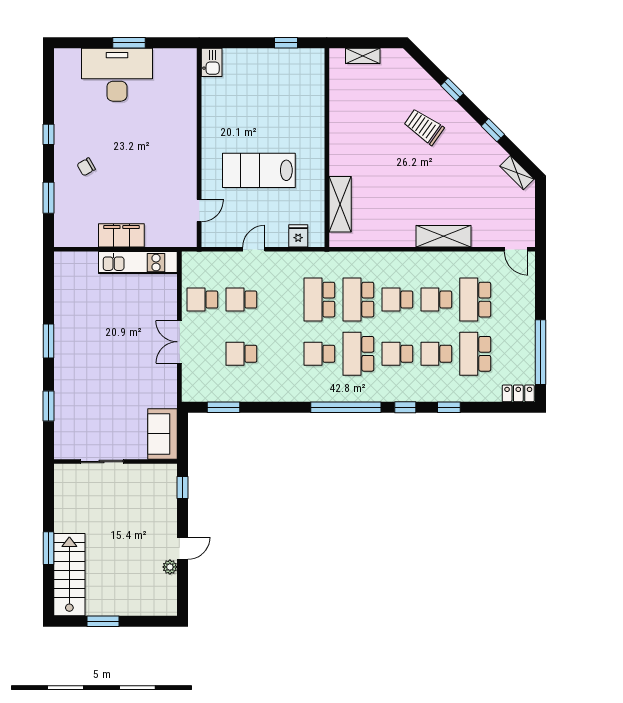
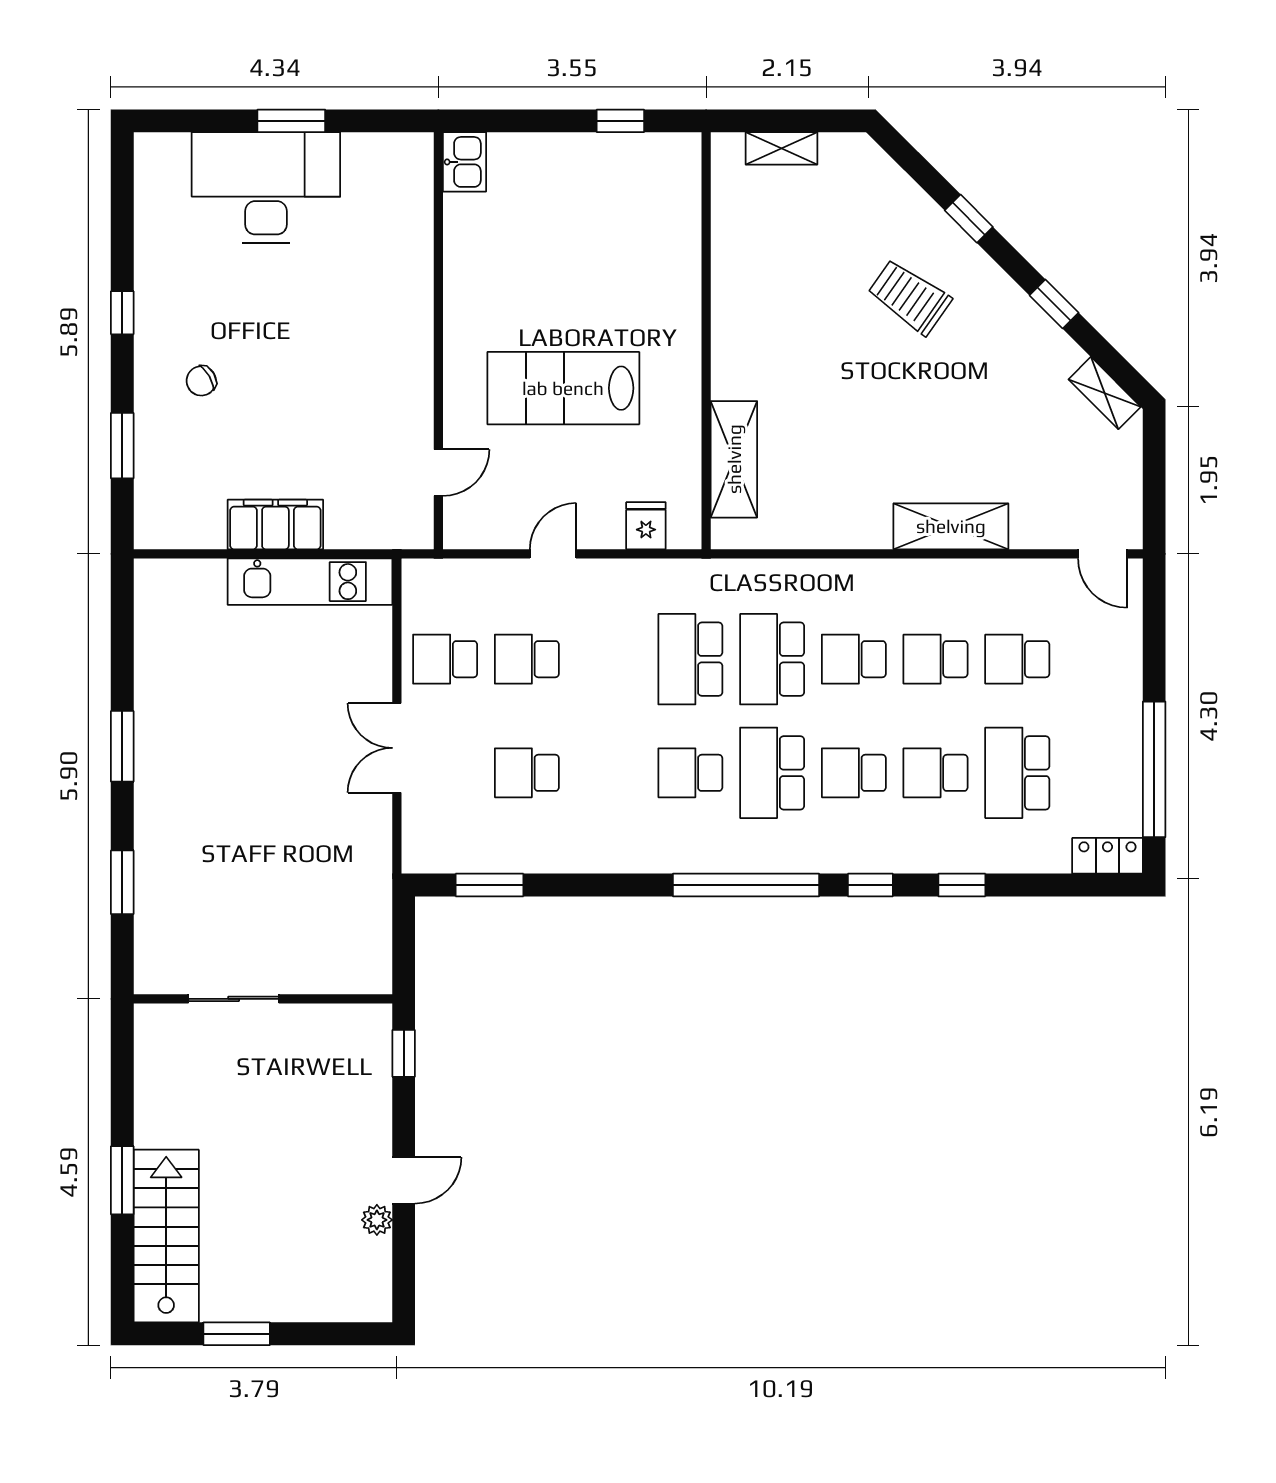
school desk: (475, 300) -> (1017, 659), width x0.54
sofa: (162, 434) -> (361, 941), removed

